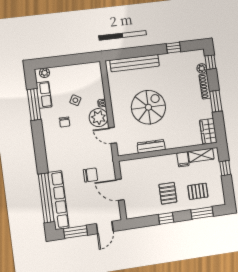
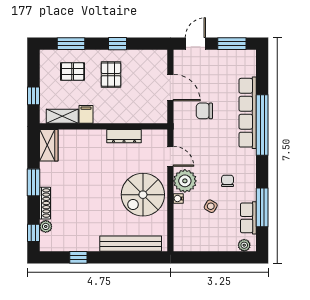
spiral stairs: (148, 107) -> (143, 195), moved
window: (46, 198) -> (262, 125), moved
row of seats: (58, 200) -> (248, 113), moved

